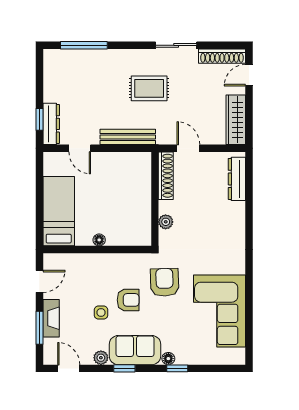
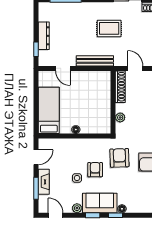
dresser: (51, 124) -> (44, 36), moved
armchair: (128, 300) -> (95, 170), turned -90
window: (177, 368) -> (115, 215), moved

